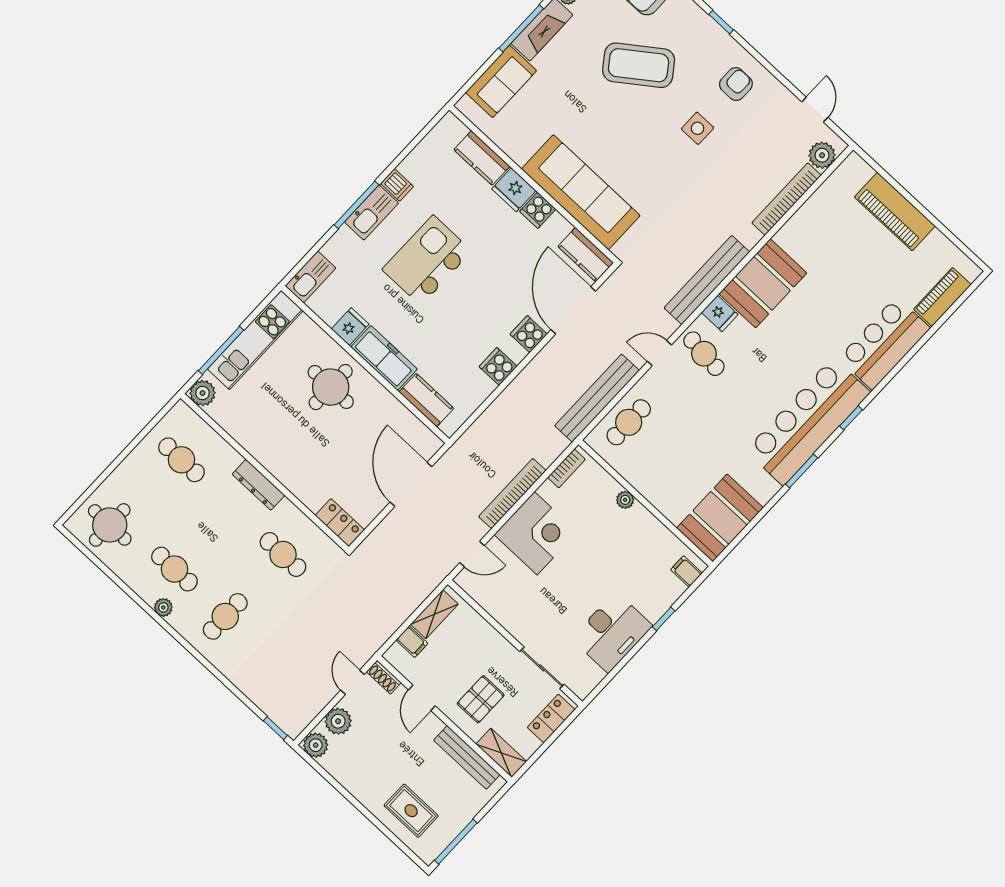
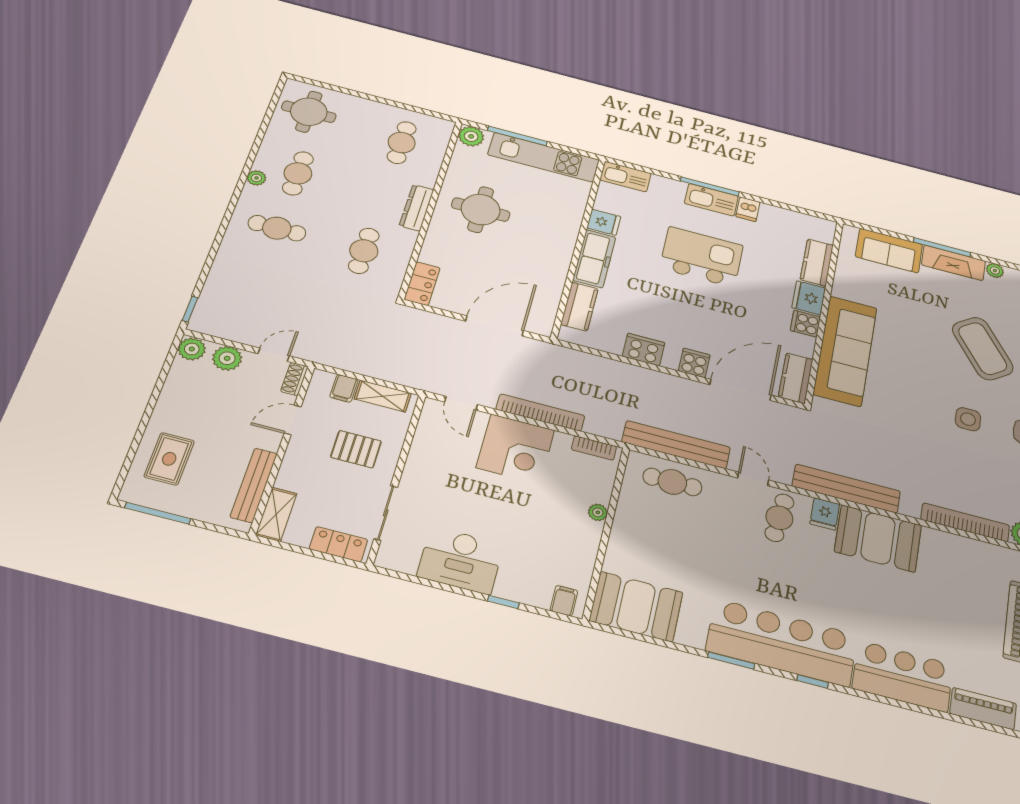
cooker: (498, 366) -> (644, 350), width x1.36
round table: (331, 387) -> (481, 210), moved
pallet: (481, 699) -> (356, 449), moved

